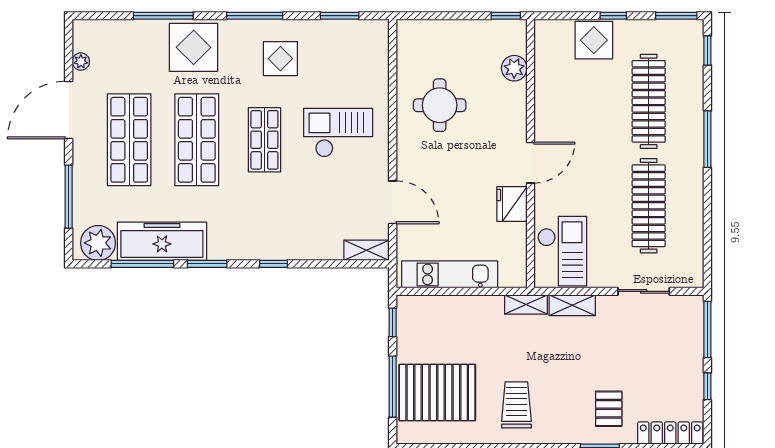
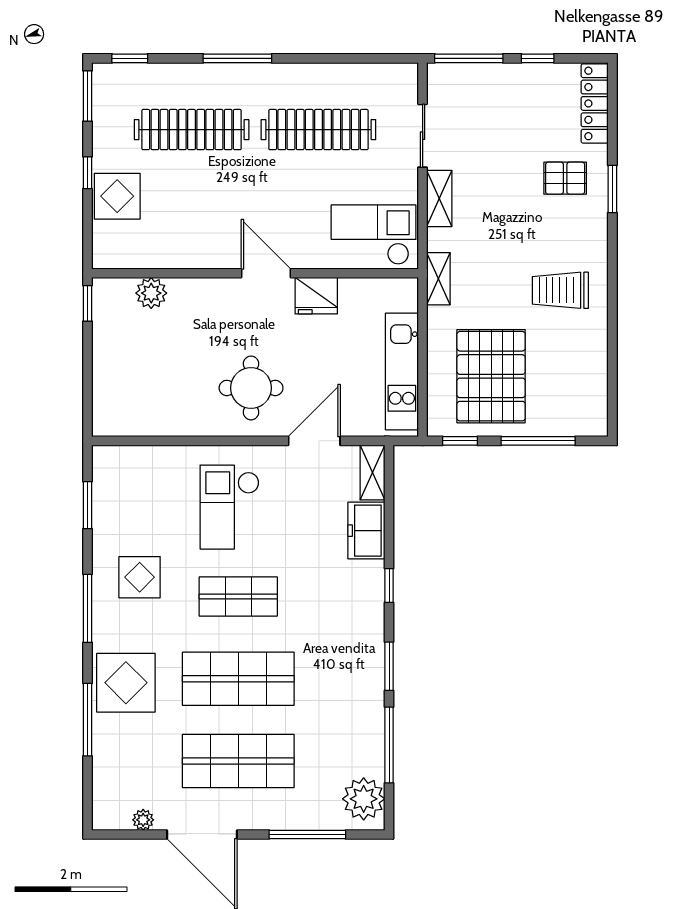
round table: (440, 105) -> (251, 388), moved
freezer: (162, 241) -> (366, 531), moved, width x0.52, depth x0.79
shelving: (572, 305) -> (439, 199), moved
pallet: (437, 393) -> (491, 376), moved

